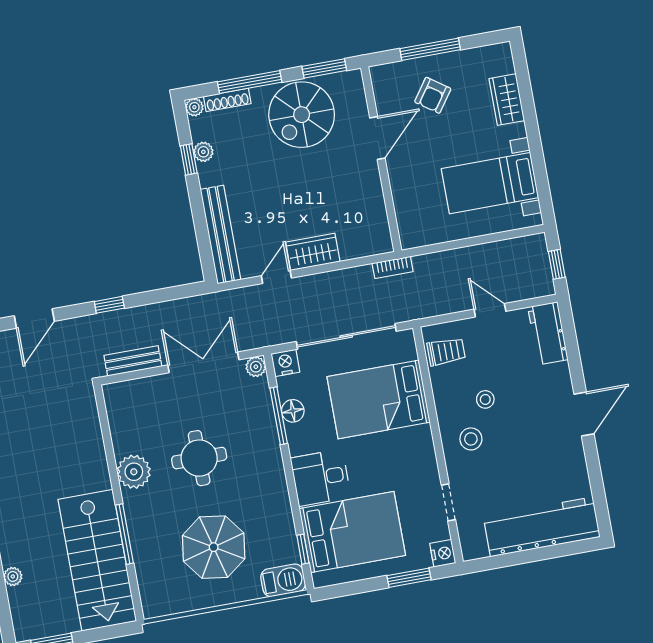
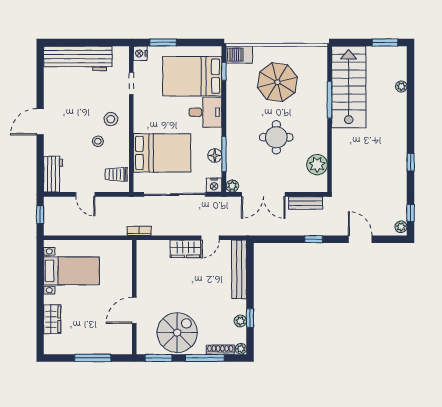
armchair: (433, 95) -> (96, 330), removed
door: (34, 318) -> (360, 239), hinge flipped
plant: (134, 472) -> (317, 165), moved

